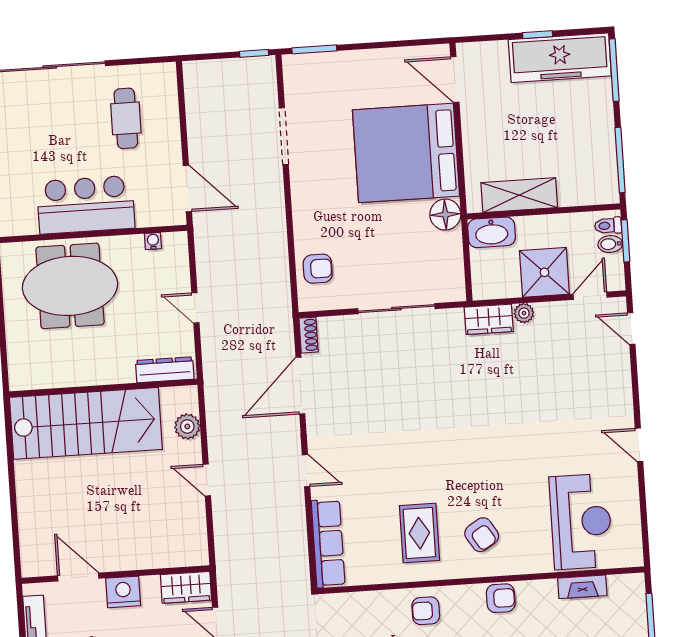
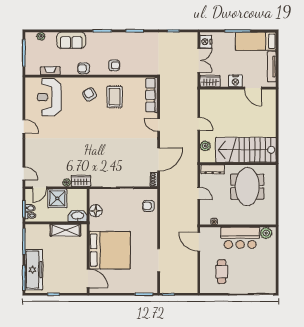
freezer: (560, 58) -> (34, 270), moved, turned 90
floor lamp: (445, 215) -> (96, 211), moved
plant: (22, 221) -> (266, 233), added
meeting table: (70, 286) -> (247, 187), moved, turned 90

